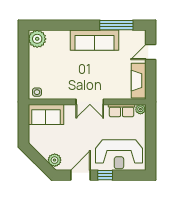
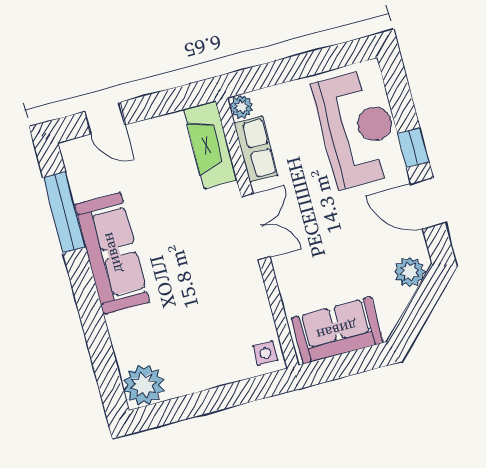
fireplace: (139, 81) -> (210, 145), moved, turned 90
sofa: (46, 114) -> (337, 330), moved, turned -90

